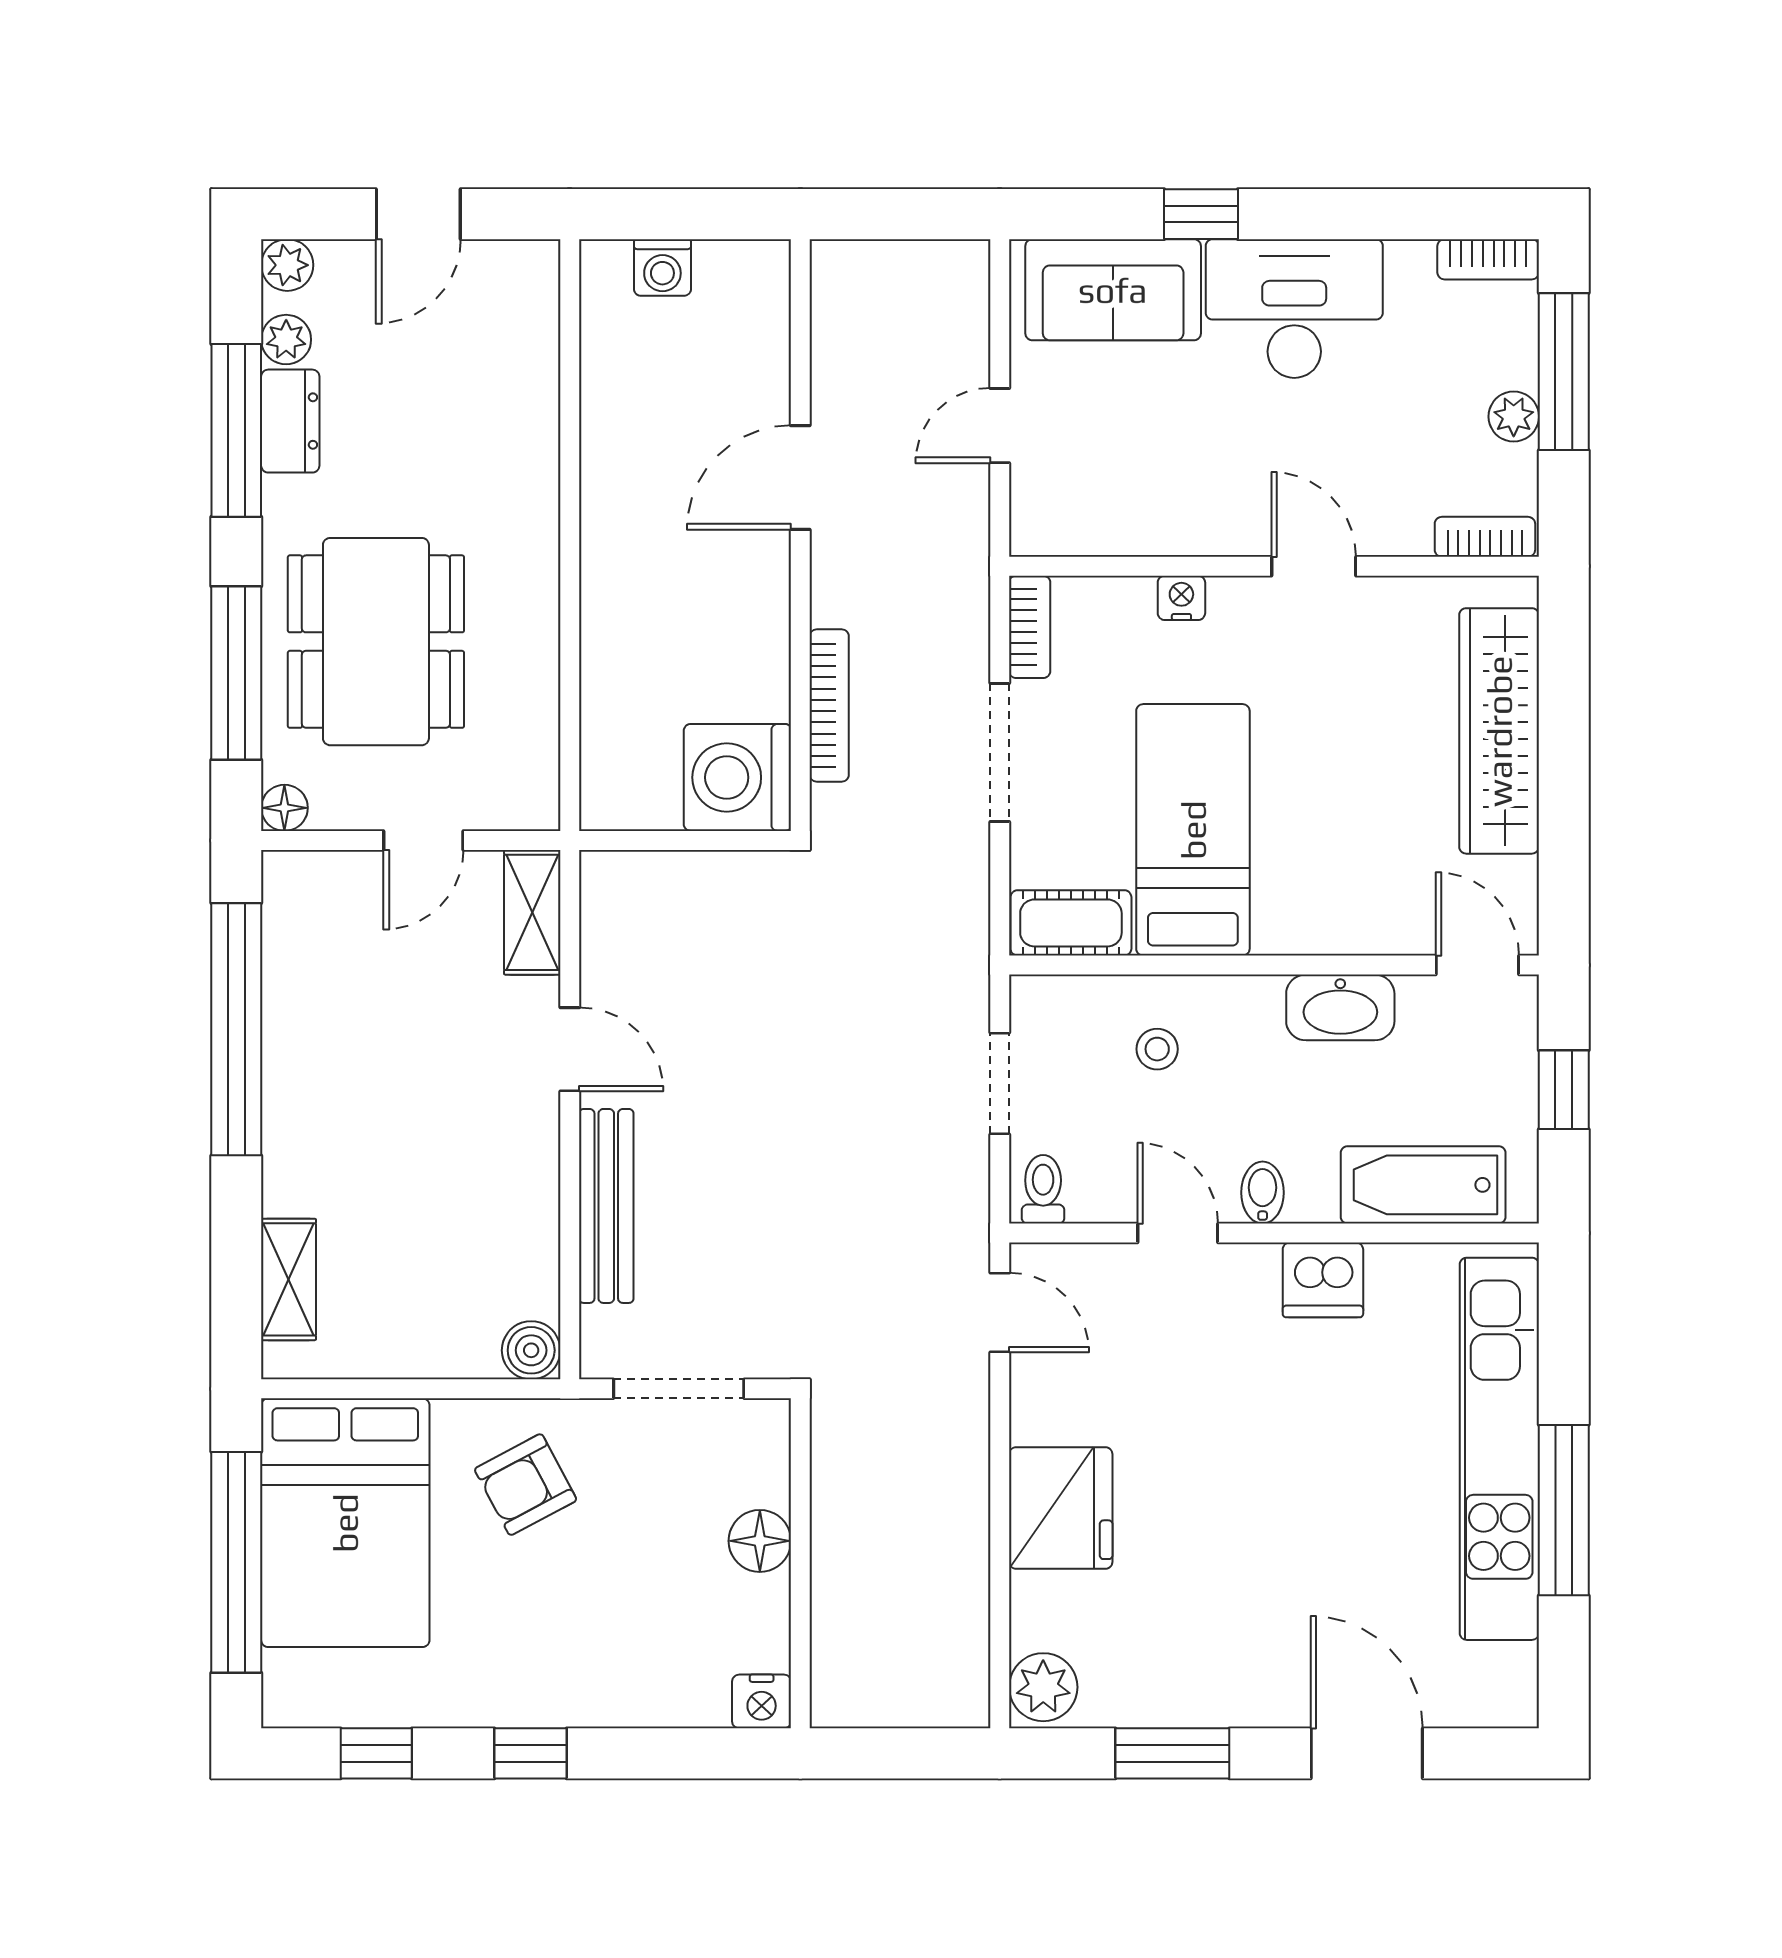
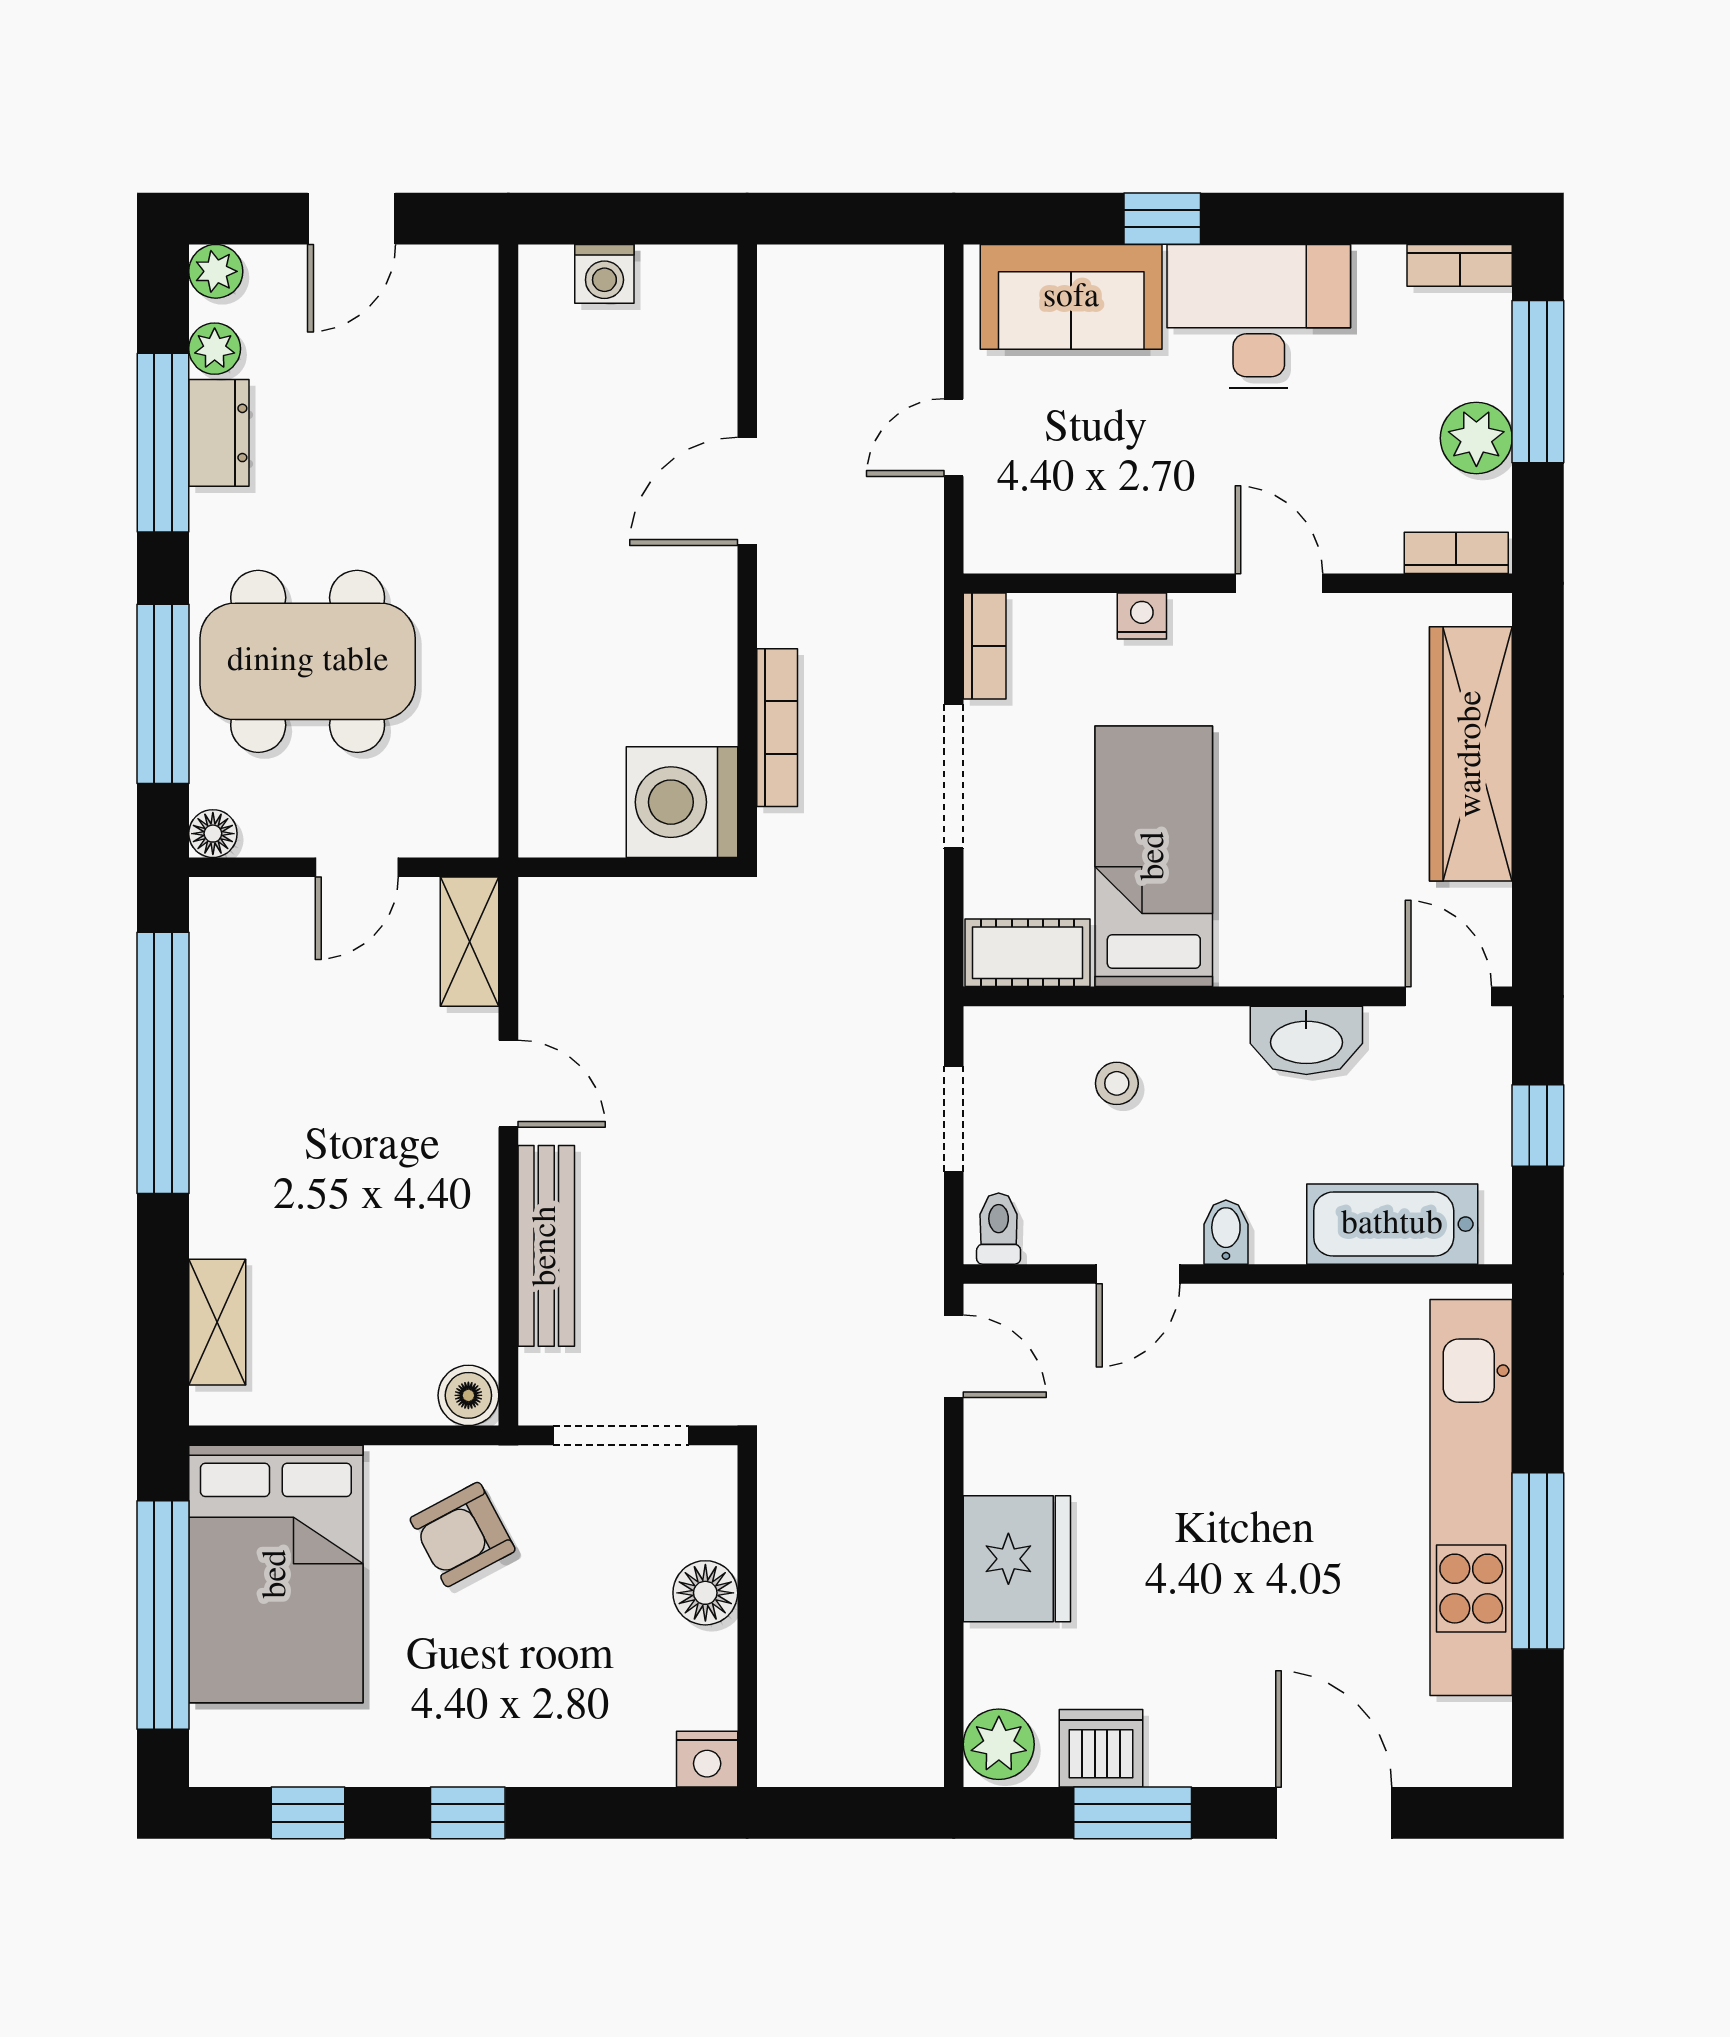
plant: (1514, 417) -> (1476, 438), width x1.38, depth x1.38
dining table: (376, 642) -> (308, 661), turned 90
door: (1178, 1233) -> (1138, 1274), swing flipped
dishwasher: (1323, 1280) -> (1101, 1748), moved, turned 180

